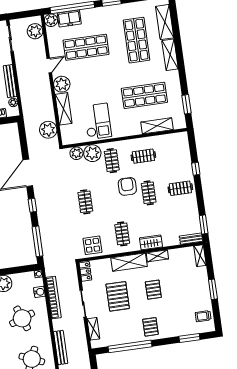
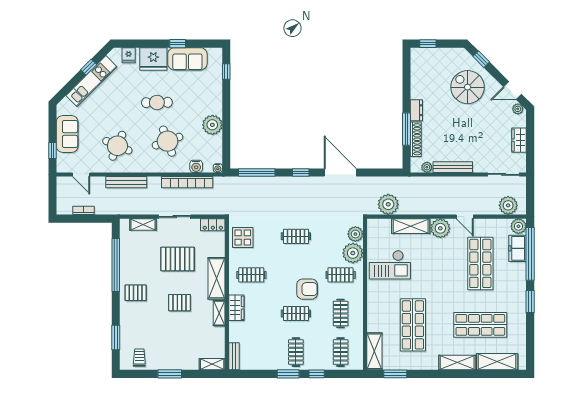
shelving: (157, 126) -> (374, 351), moved
clothes rail: (175, 152) -> (341, 352), added
window: (204, 225) -> (288, 374), moved

